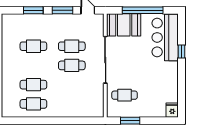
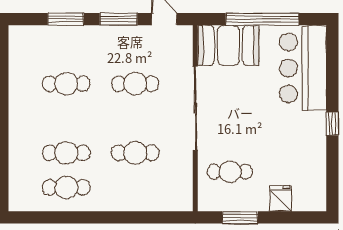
window: (182, 52) -> (332, 124), moved
cafe table: (72, 65) -> (135, 153), moved
fridge: (172, 110) -> (281, 199), moved

